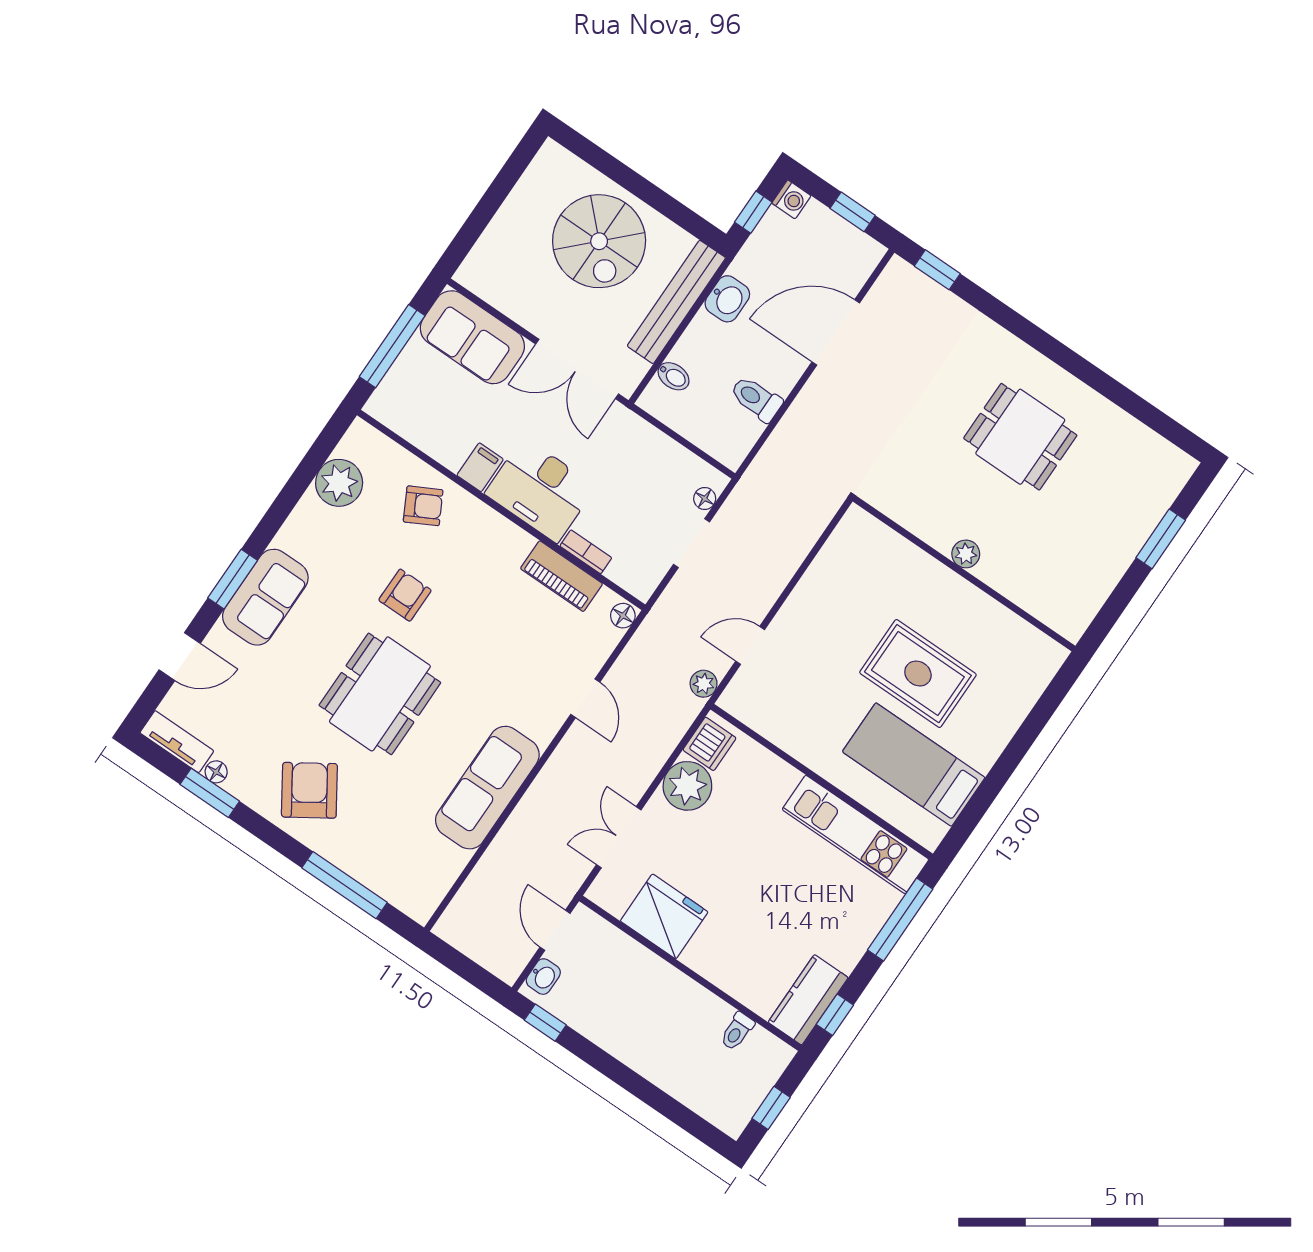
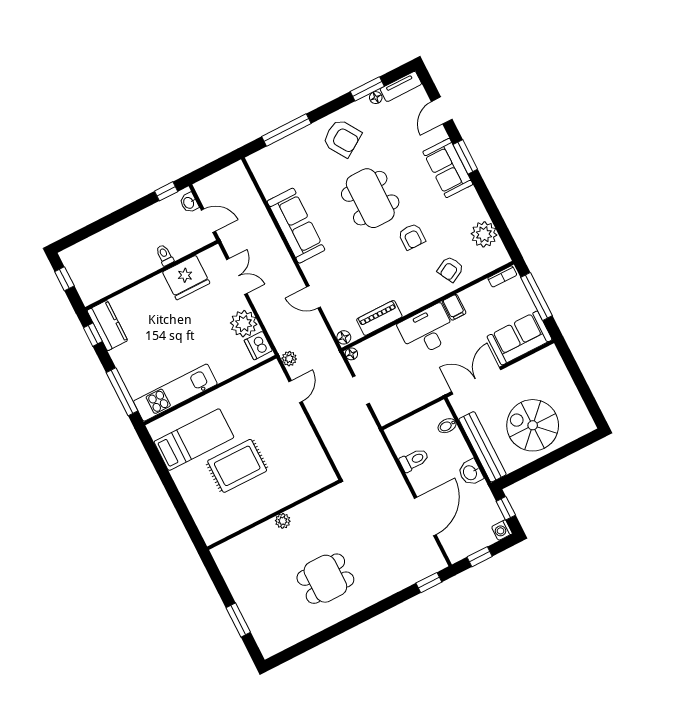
floor lamp: (705, 499) -> (351, 354), moved
bookcase: (586, 552) -> (502, 276), moved
toilet: (737, 1031) -> (165, 255), moved

